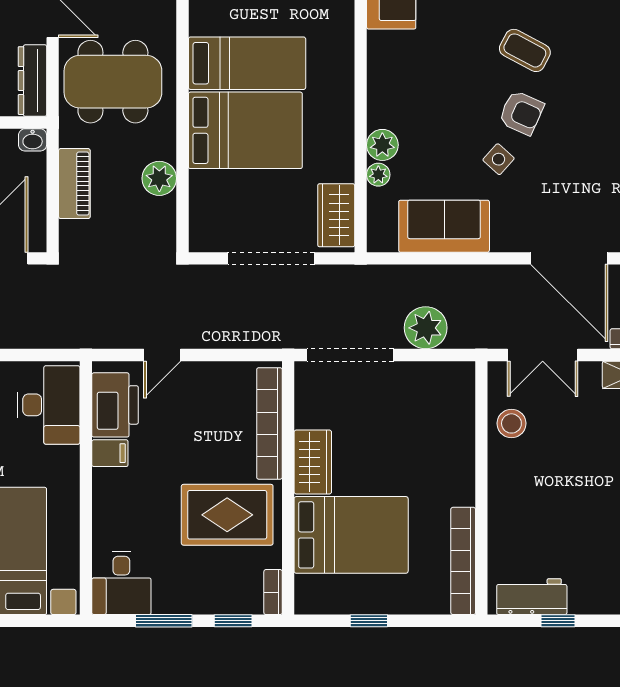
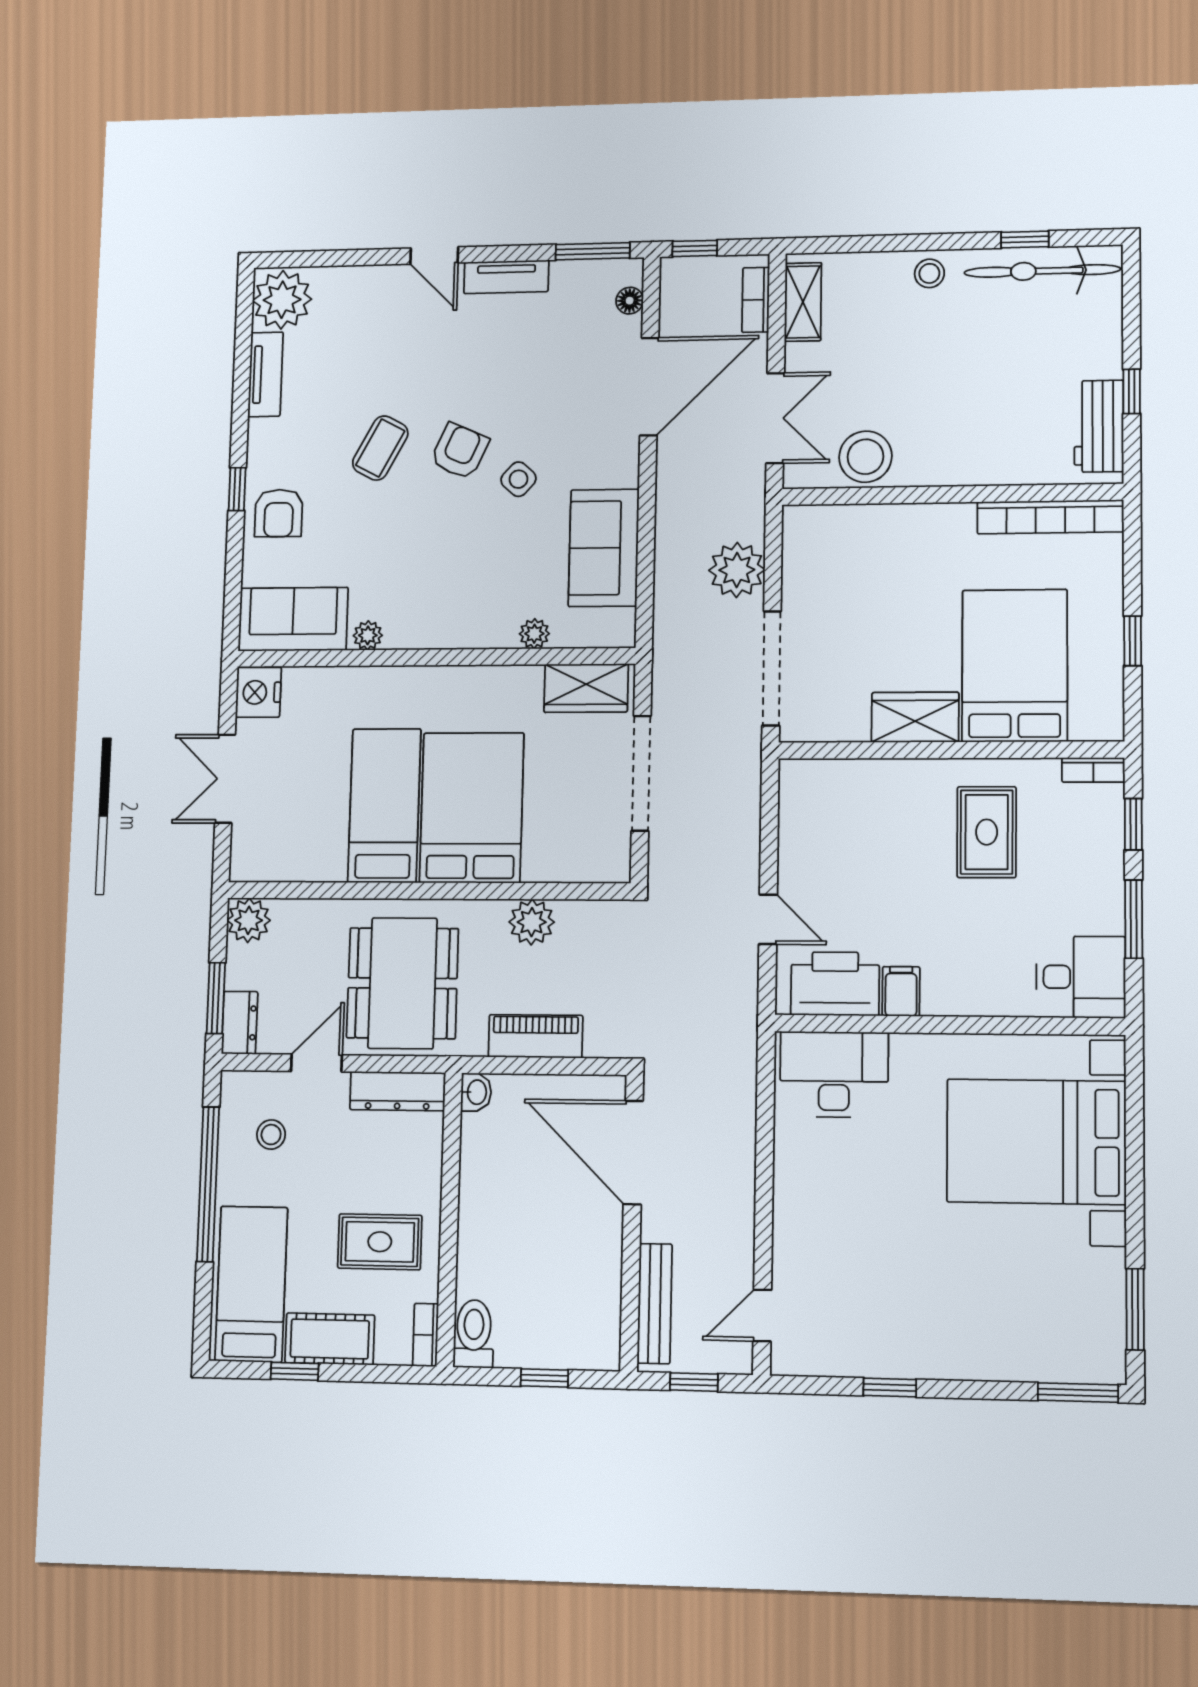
plant: (382, 145) -> (368, 635), moved, width x0.73, depth x0.73
bookcase: (269, 423) -> (862, 775), removed
stool: (511, 423) -> (865, 457), width x1.38, depth x1.38
rug: (227, 515) -> (987, 832), width x0.73, depth x0.70

